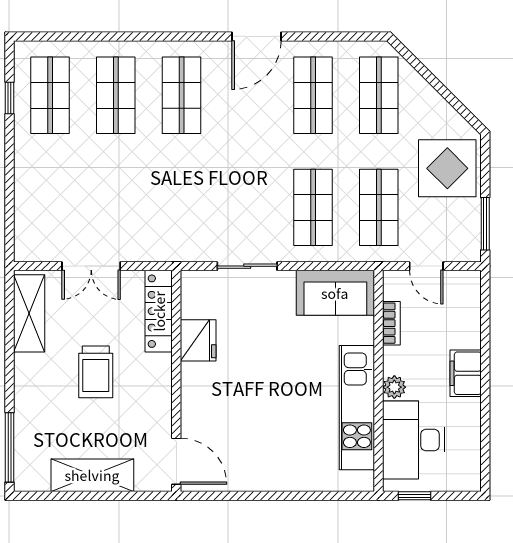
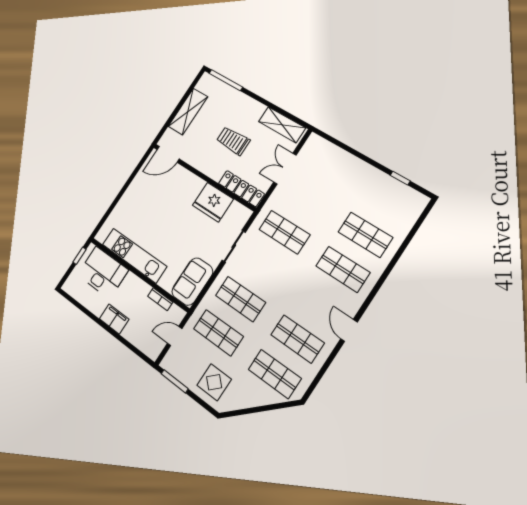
door: (257, 36) -> (349, 330), width x0.73
shop shelf: (50, 95) -> (284, 232), moved
display table: (447, 168) -> (214, 382), width x0.73, depth x0.73
fridge: (198, 340) -> (213, 202), width x1.36, depth x1.34
plant: (394, 387) -> (131, 280), removed

